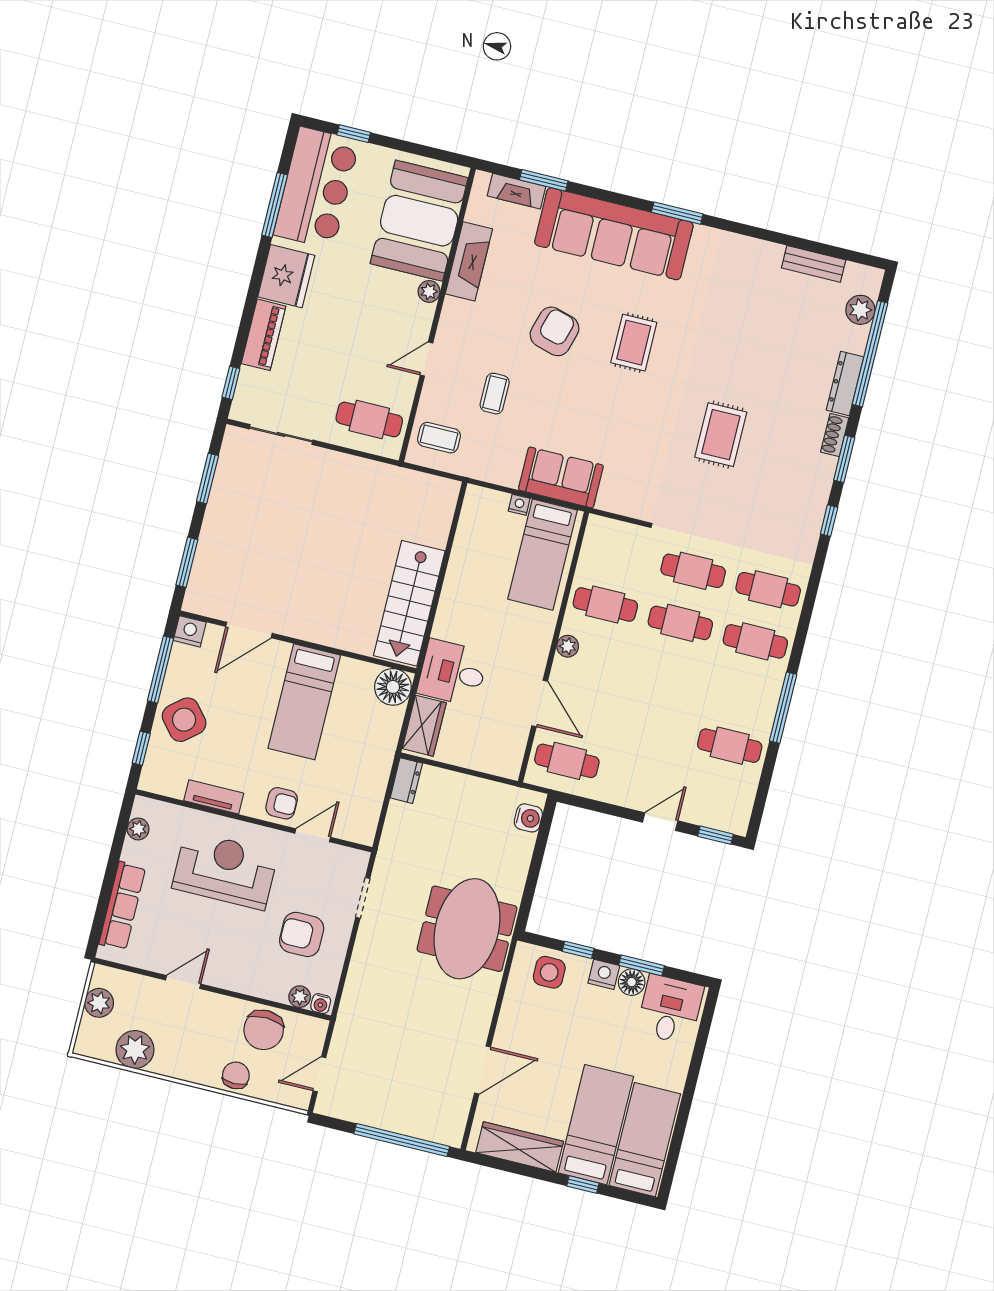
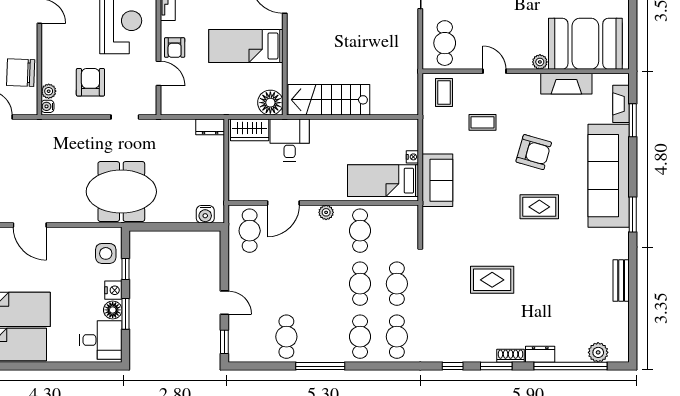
bench: (814, 264) -> (621, 280), moved
dresser: (845, 383) -> (540, 354), width x0.70

